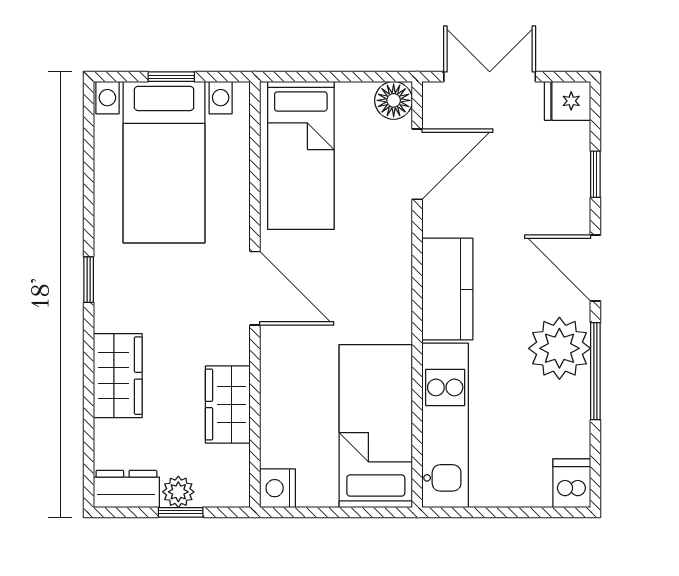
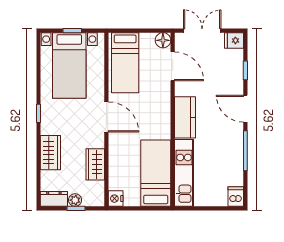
door: (417, 164) -> (173, 66), hinge flipped
plant: (559, 348) -> (231, 141), removed

